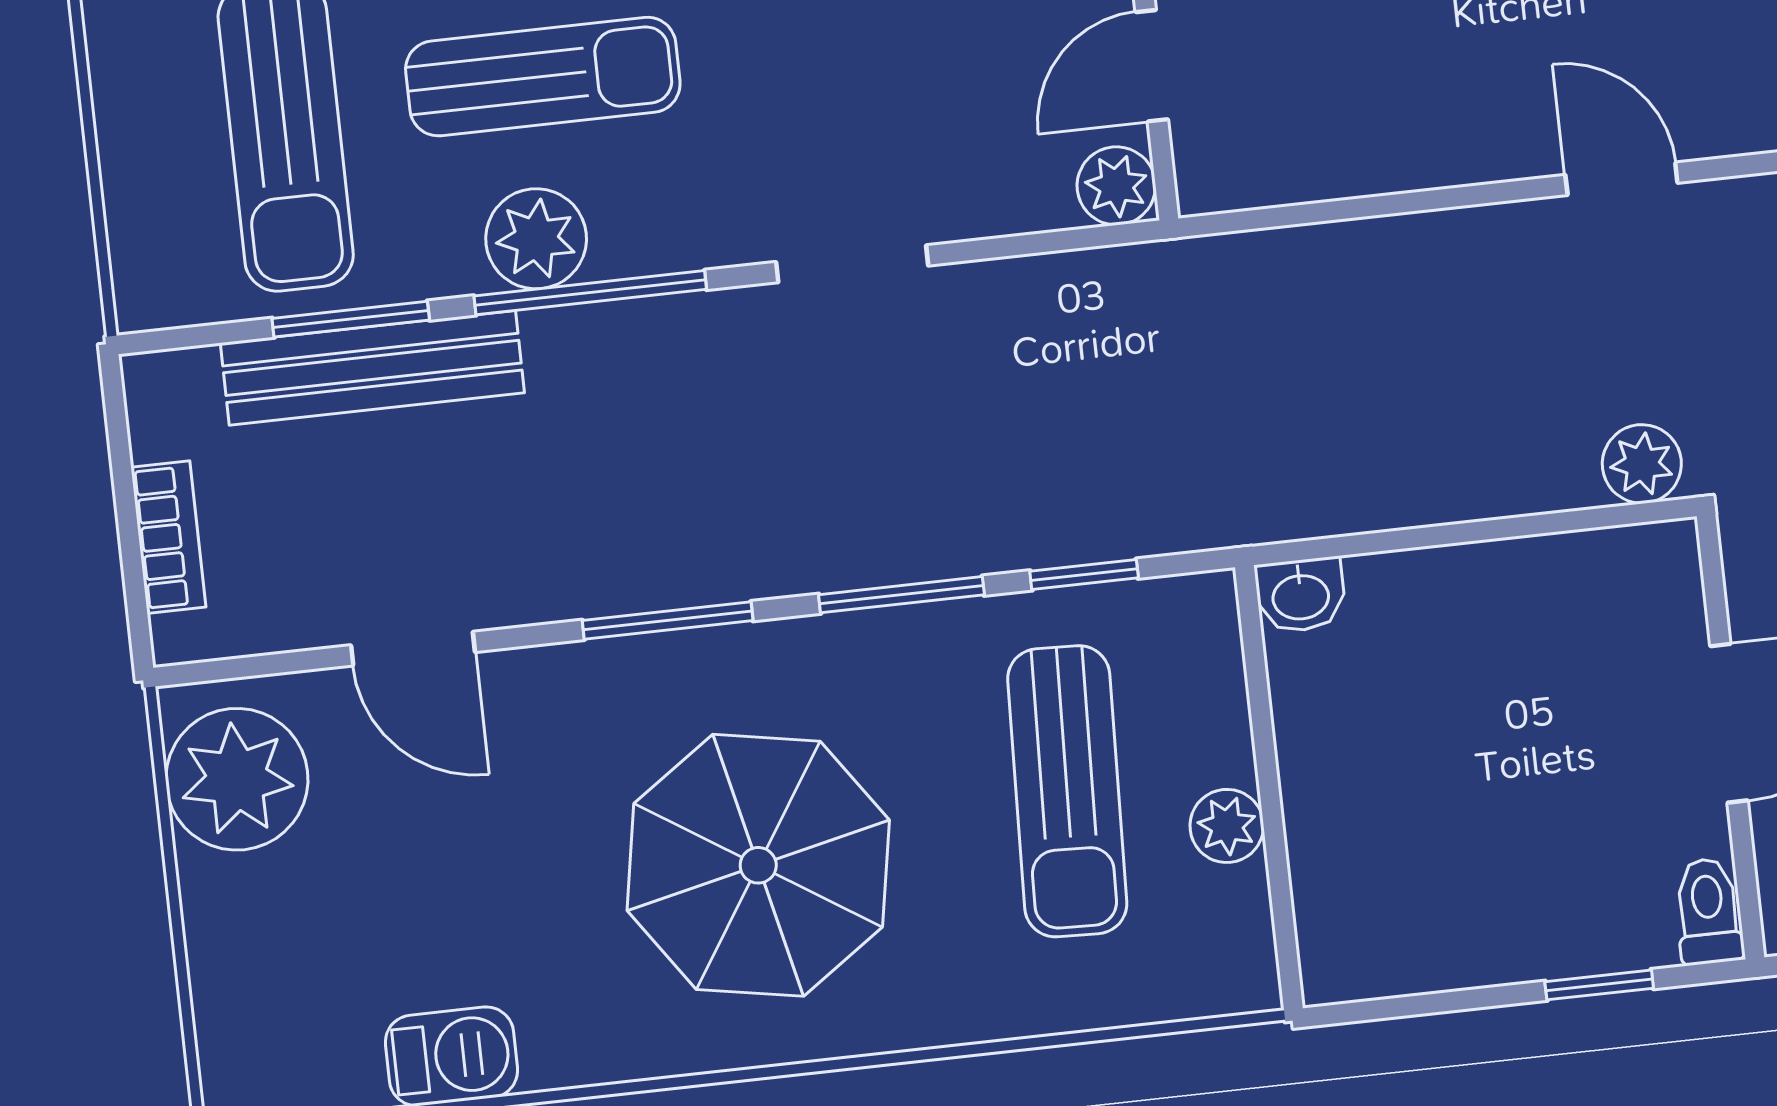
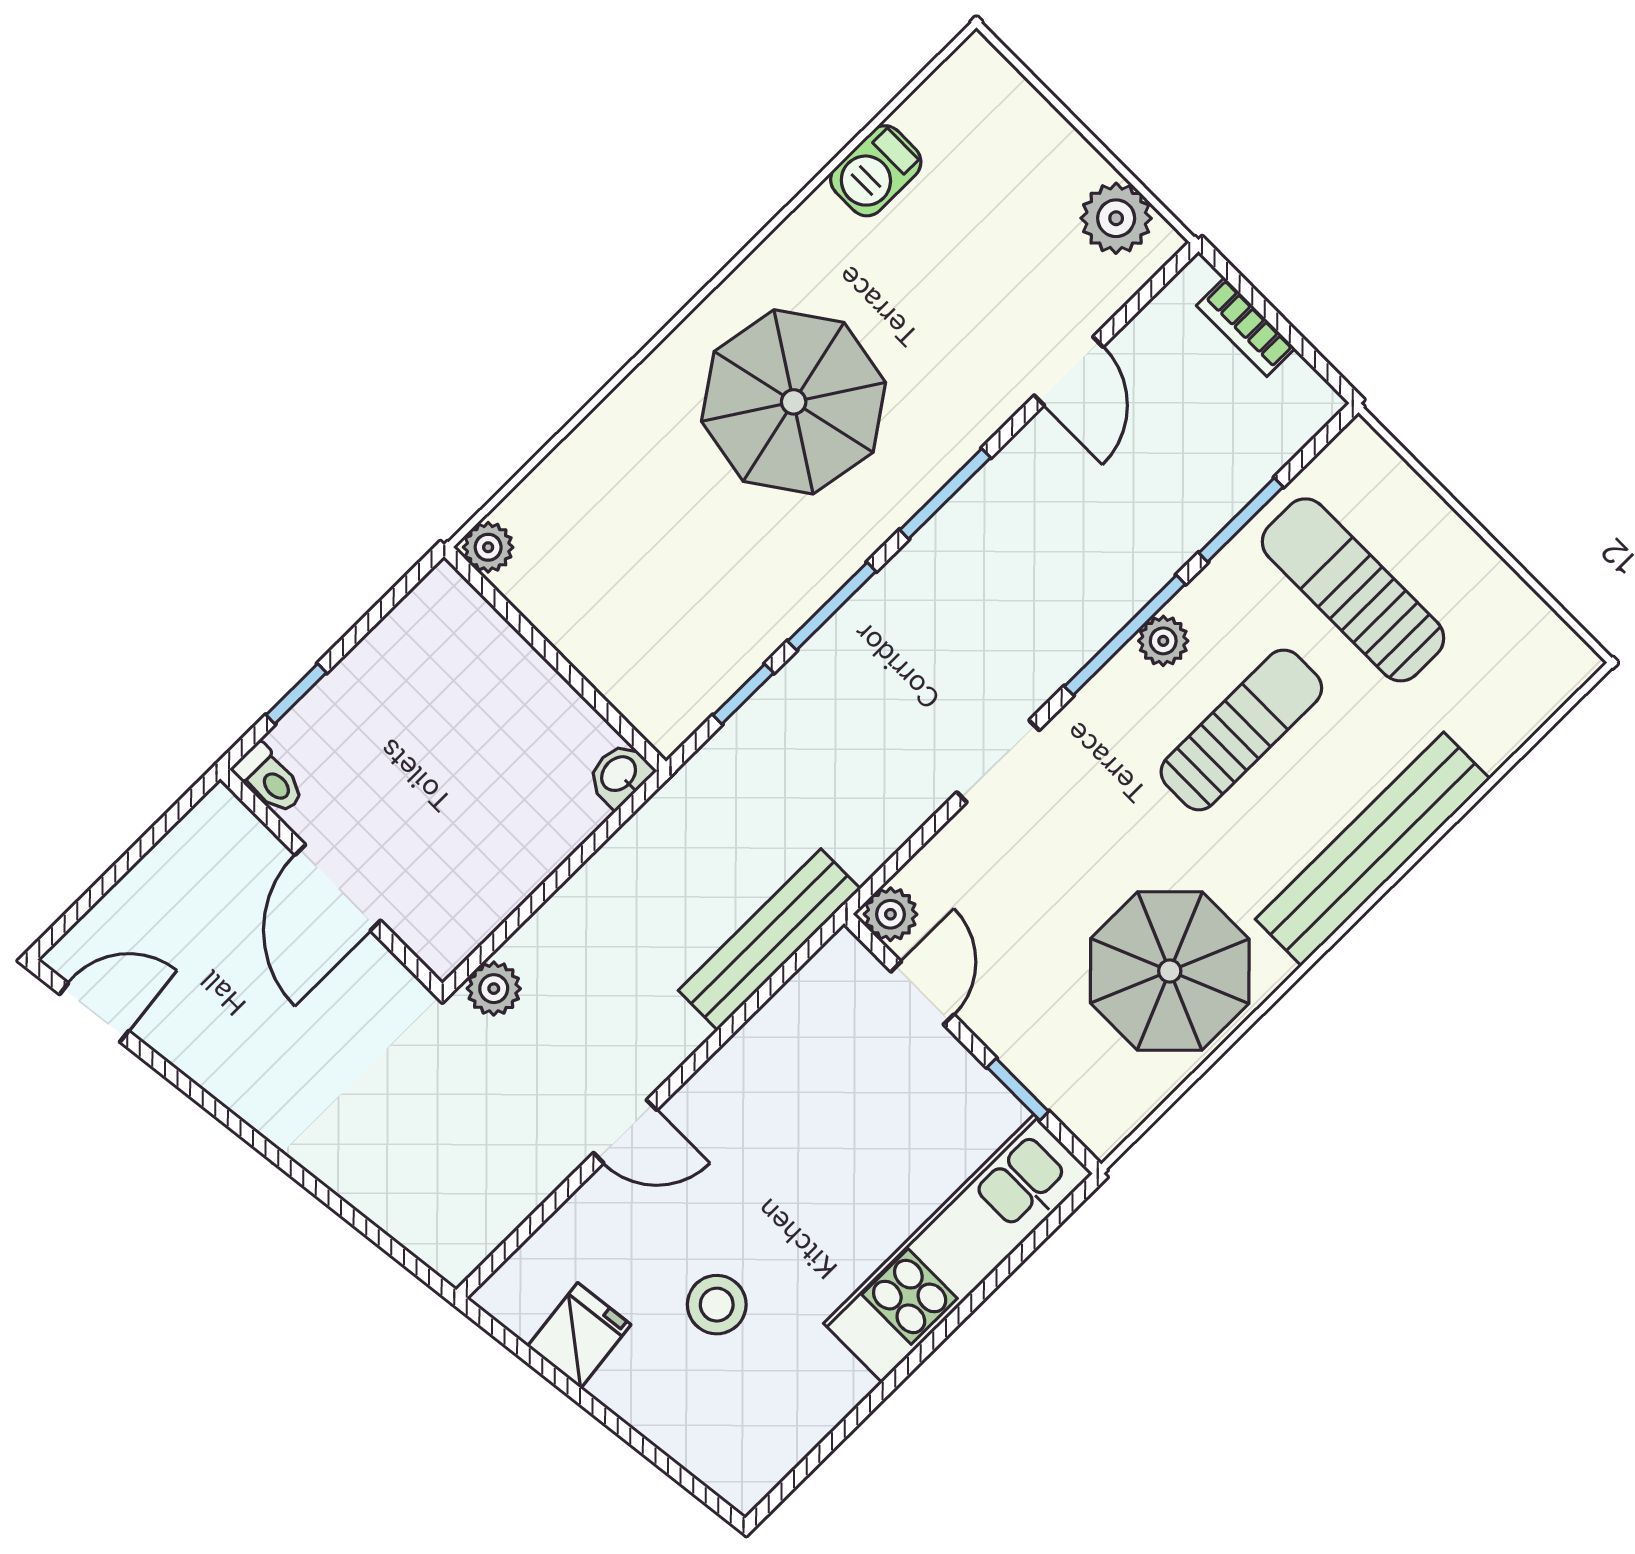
sun lounger: (543, 77) -> (1241, 730), turned 180
plant: (536, 239) -> (1163, 641), width x0.73, depth x0.73
bench: (372, 368) -> (769, 940), moved
door: (413, 649) -> (1069, 371), swing flipped
plant: (237, 779) -> (1116, 218), width x0.73, depth x0.73
sun lounger: (1067, 791) -> (661, 572), removed
plant: (1227, 826) -> (488, 547), moved

